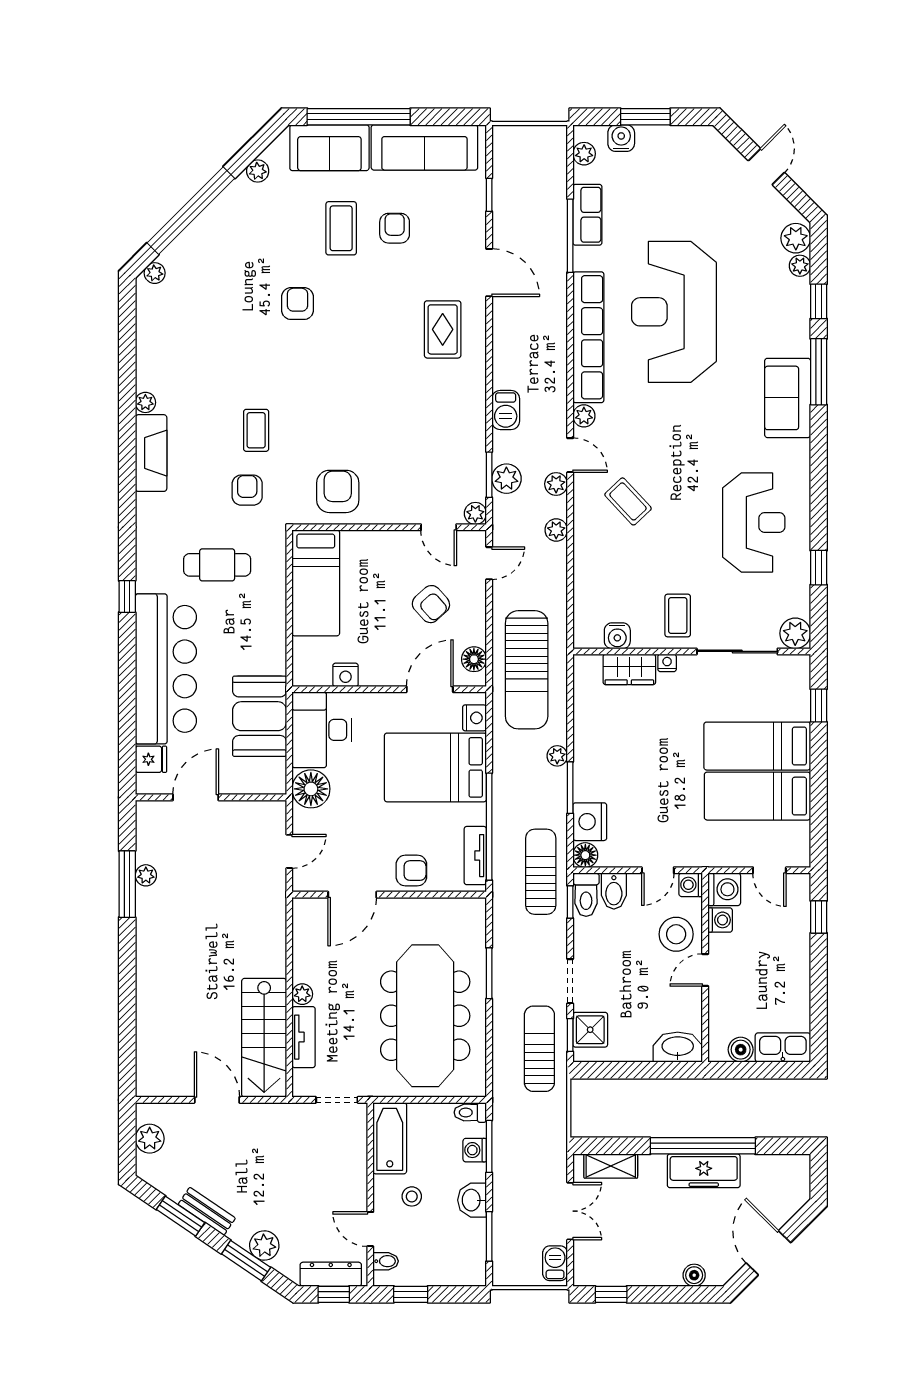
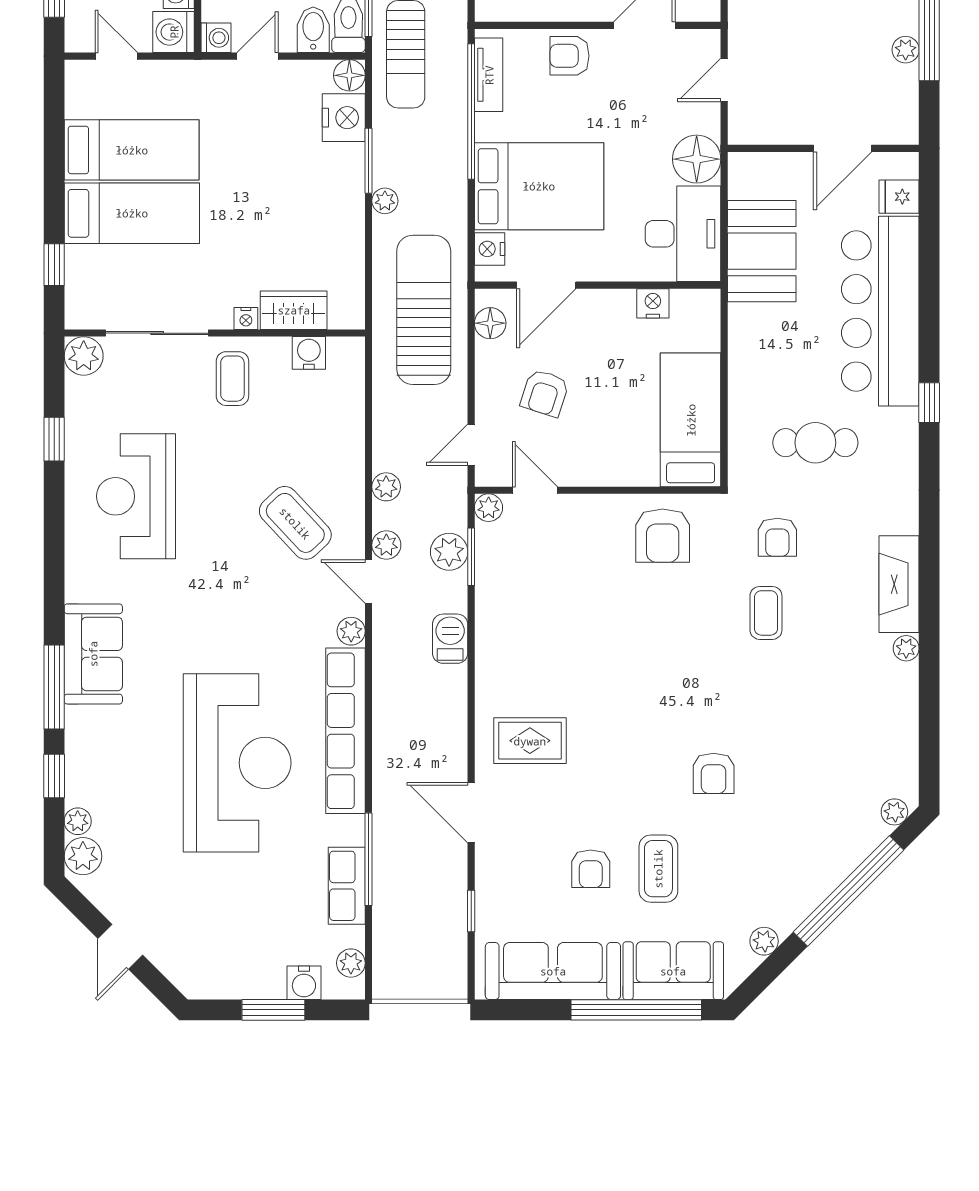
rug: (443, 329) -> (530, 741), turned 90
coffee table: (628, 501) -> (295, 523), width x1.36, depth x1.30
armchair: (431, 604) -> (545, 393), turned -120

